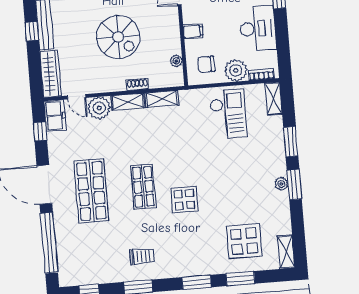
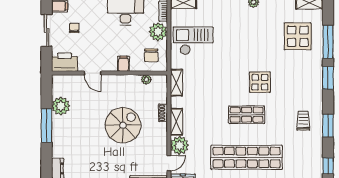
shelving: (162, 99) -> (176, 83), moved
shop shelf: (91, 191) -> (247, 157), width x1.40
window: (240, 279) -> (328, 42), width x1.44

